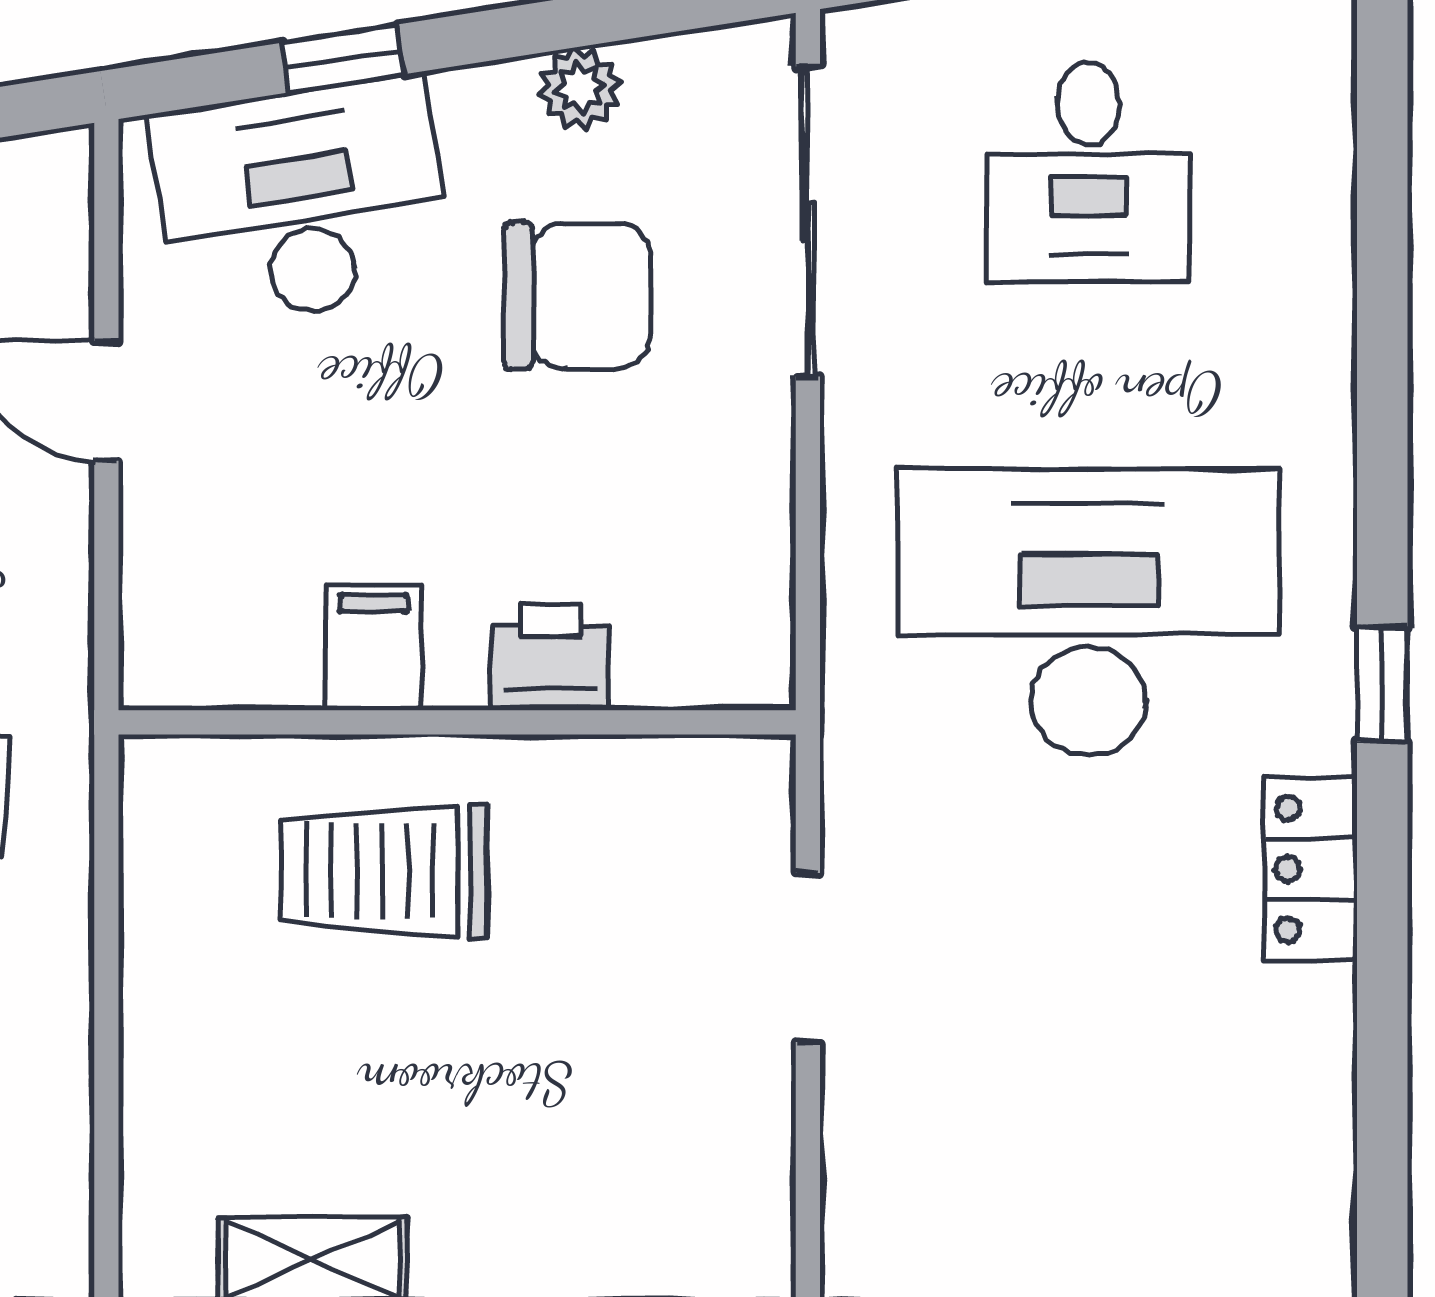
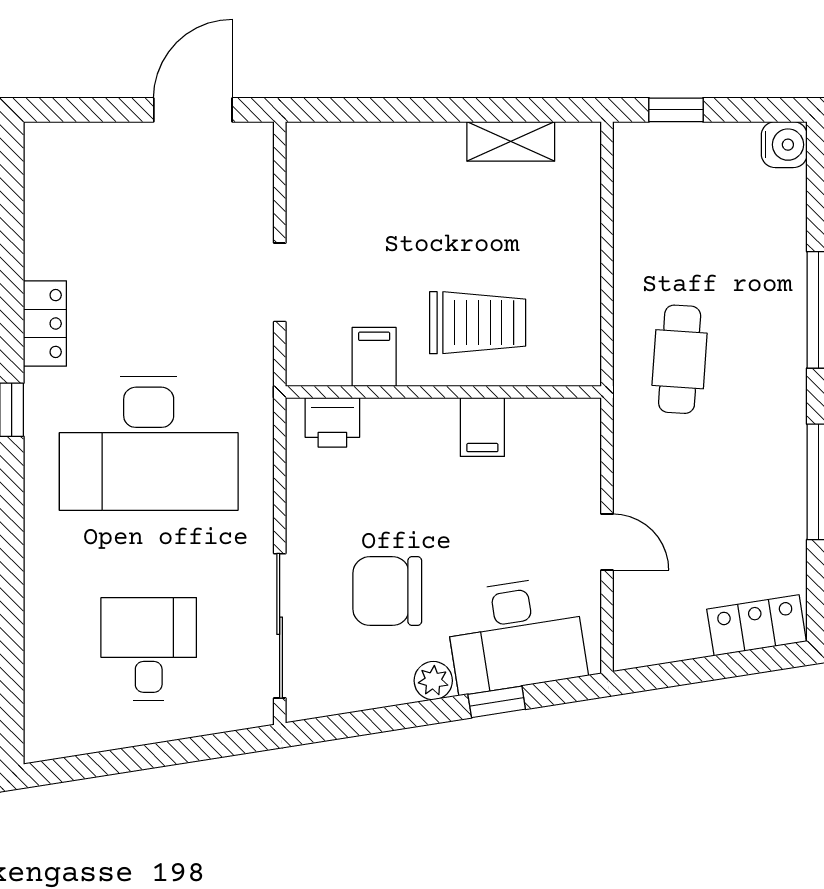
plant: (580, 88) -> (433, 681), moved
printer: (550, 657) -> (332, 422), moved
filing cabinet: (605, 798) -> (374, 357), added

